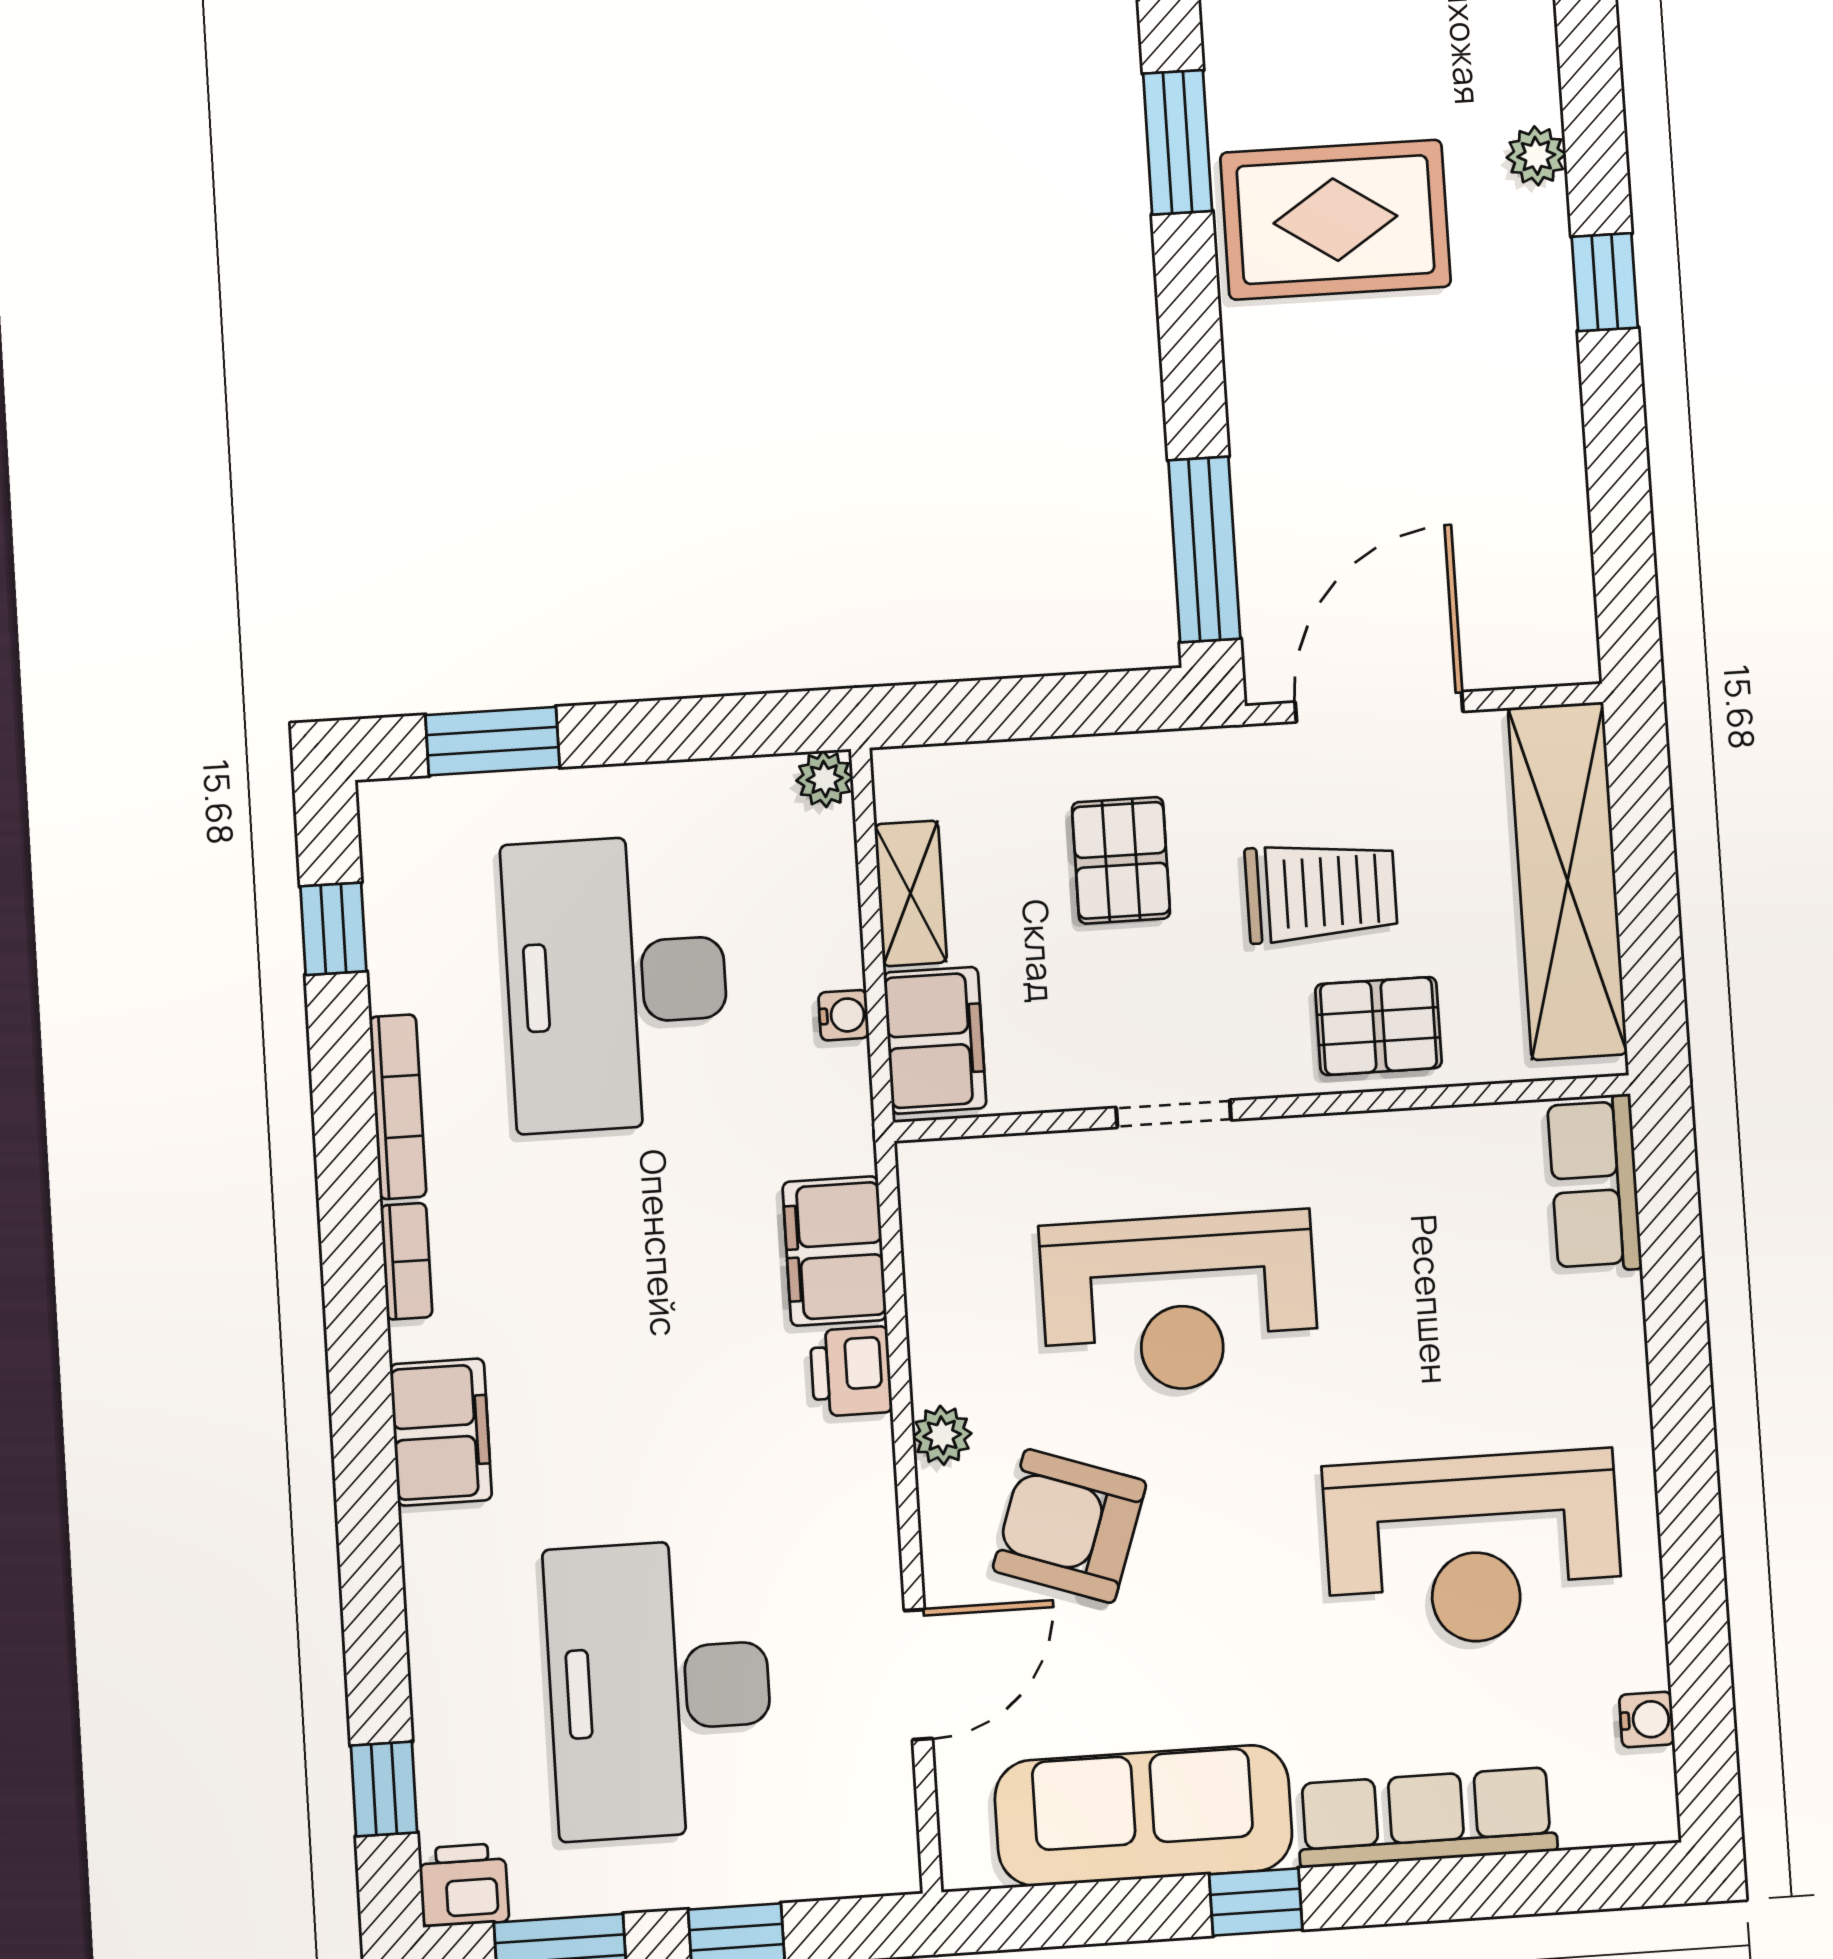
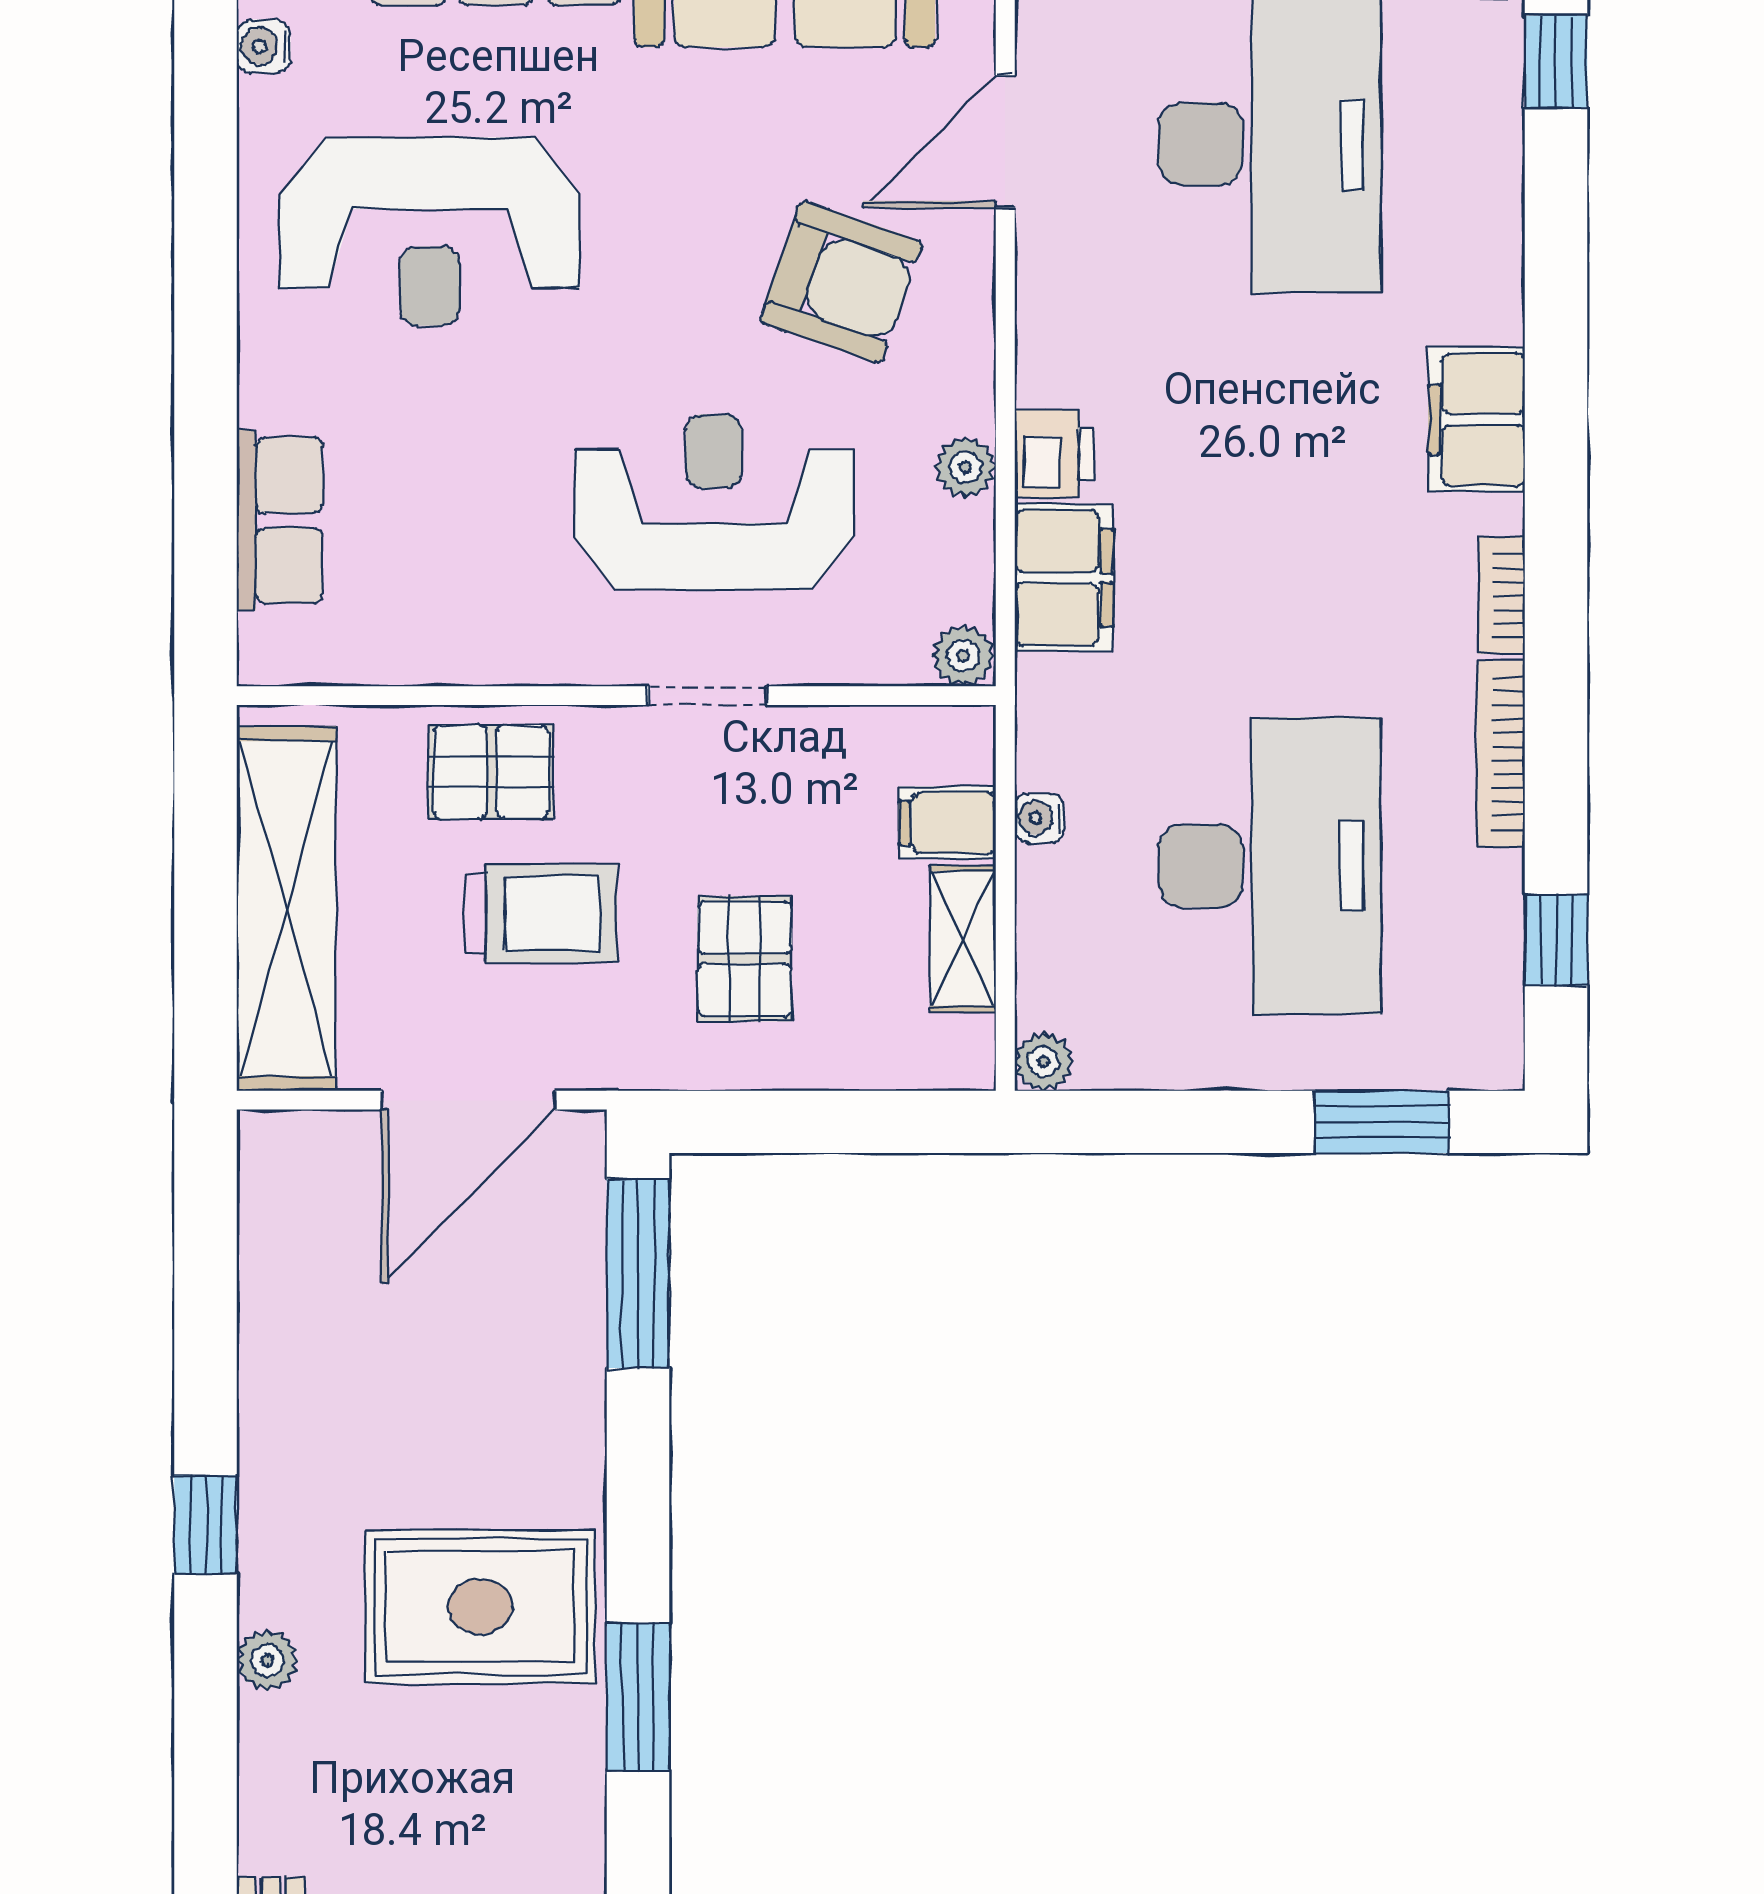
trolley: (1321, 892) -> (541, 914), turned 180
filing cabinet: (935, 1040) -> (947, 823), width x0.50
plant: (928, 1169) -> (963, 656), added
row of seats: (1594, 1184) -> (280, 520), moved
plant: (942, 1435) -> (966, 467), moved
reception desk: (1473, 1549) -> (430, 232), turned 180

